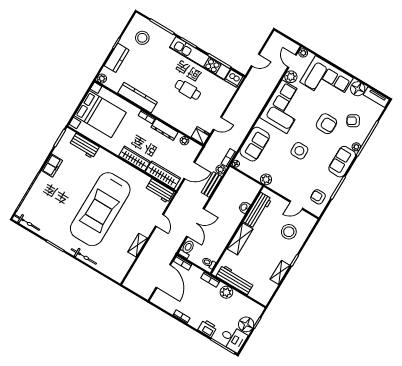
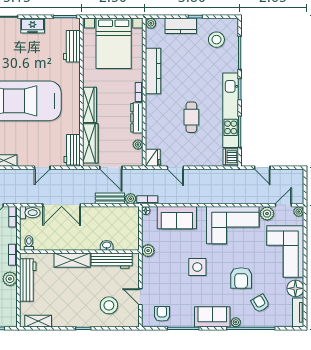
shelving: (280, 272) -> (38, 321), moved

